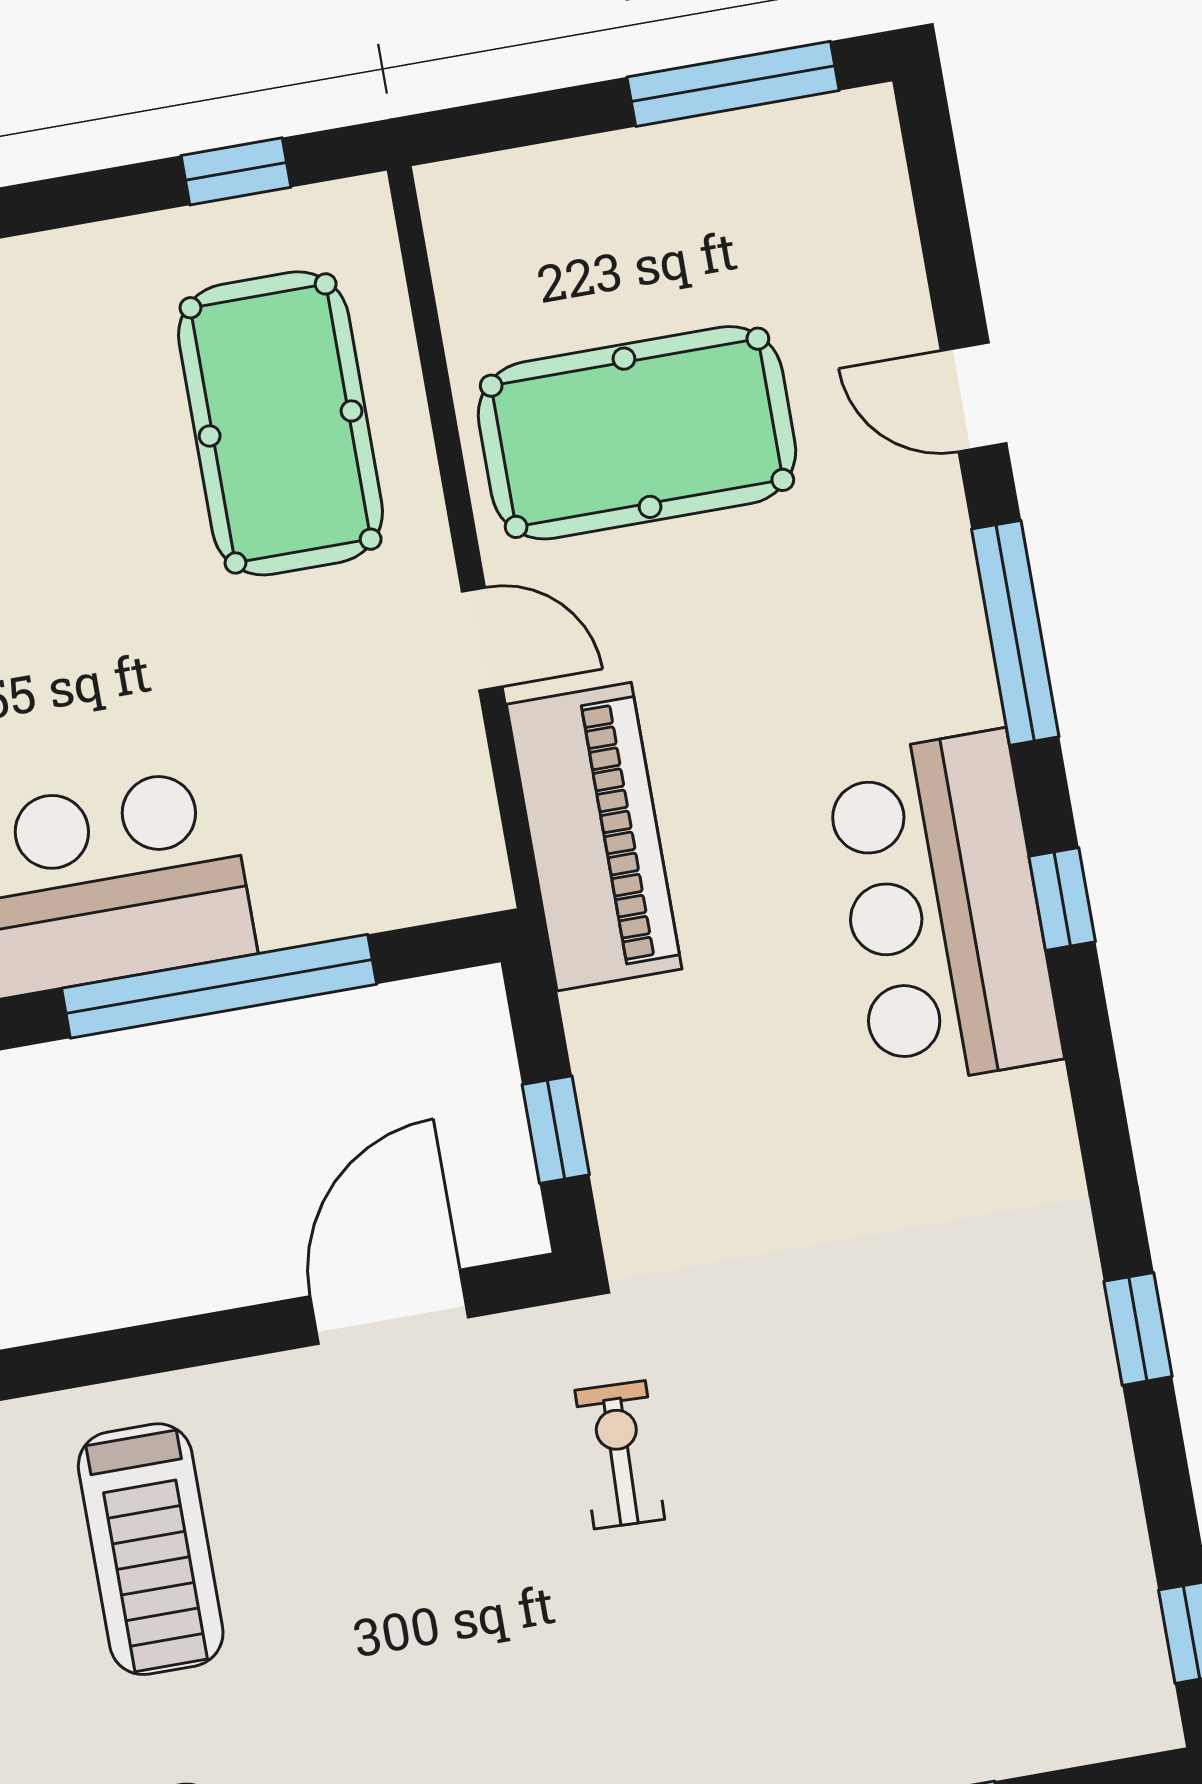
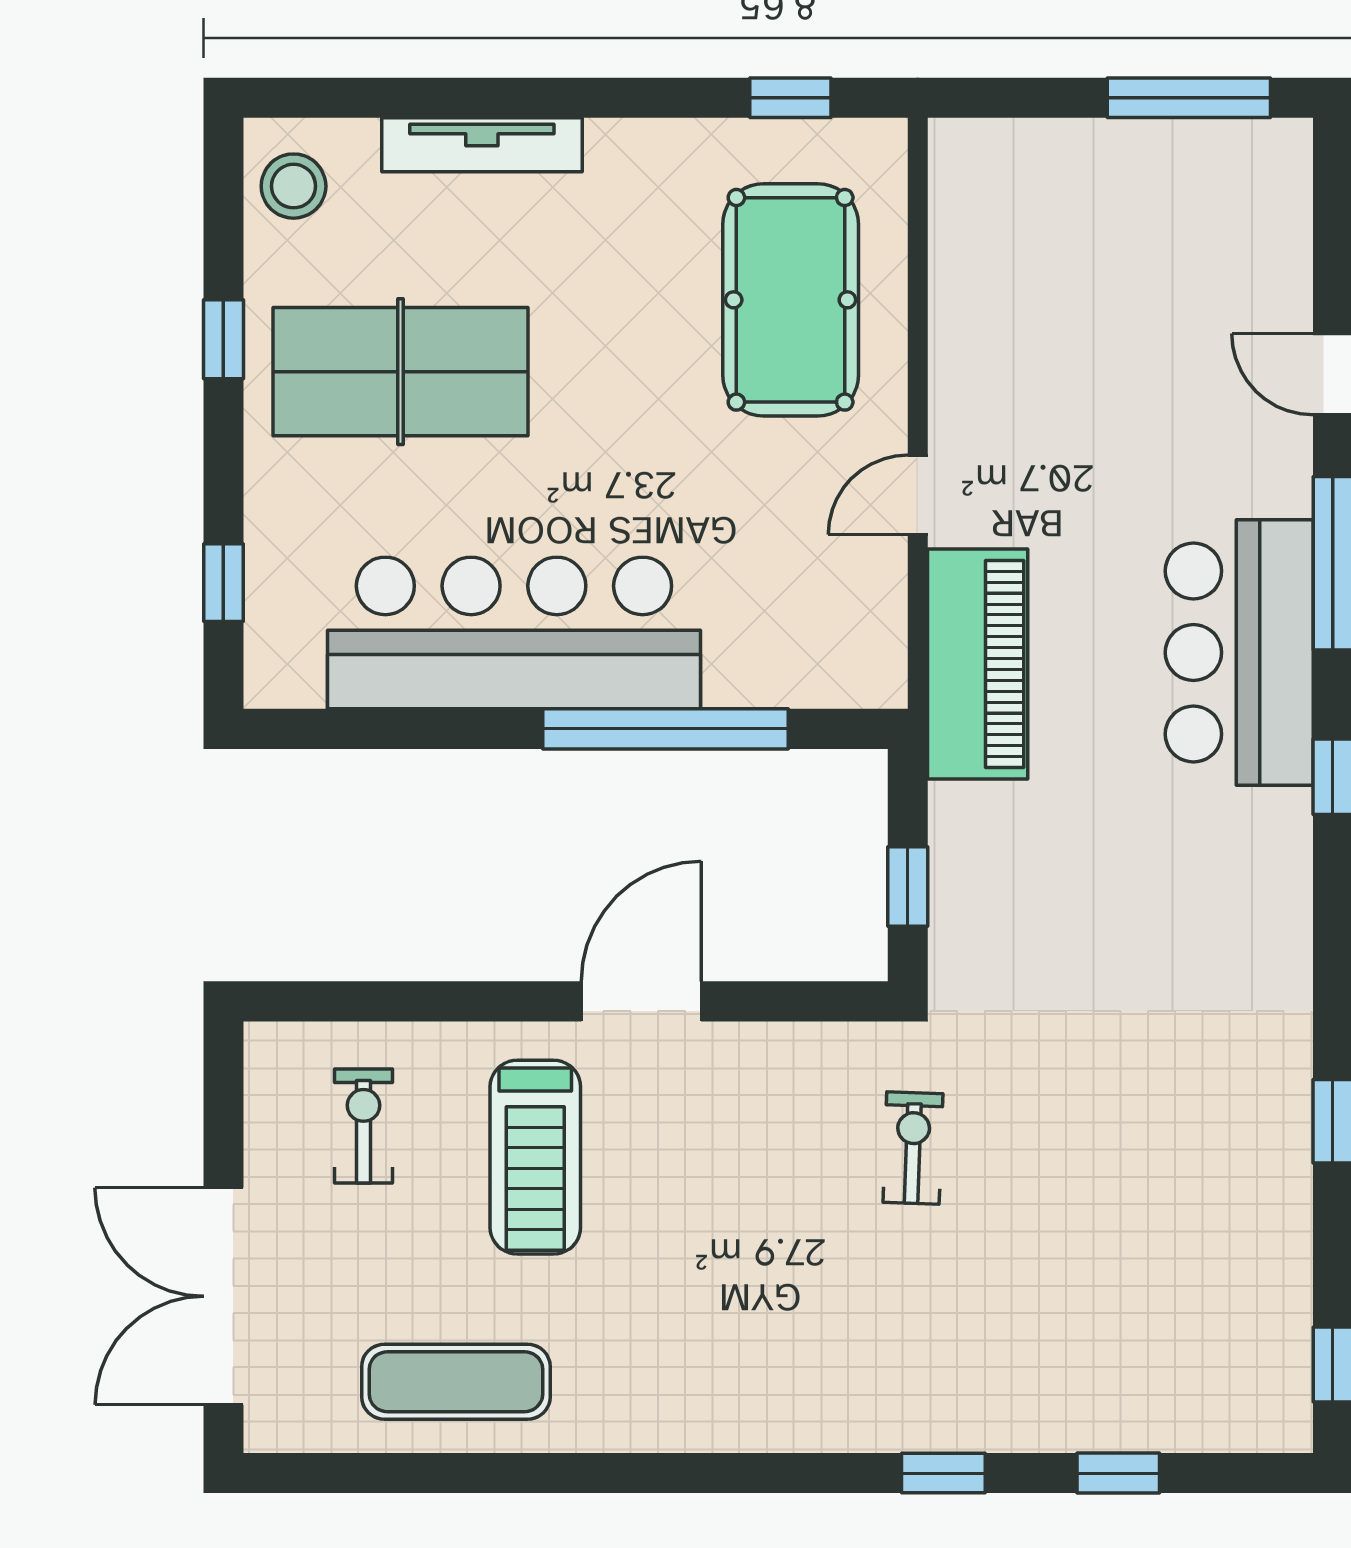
pool table: (637, 433) -> (1066, 356), removed
door: (482, 639) -> (918, 495), swing flipped
bar counter: (943, 909) -> (1239, 653), moved
door: (389, 1307) -> (641, 1001), moved

